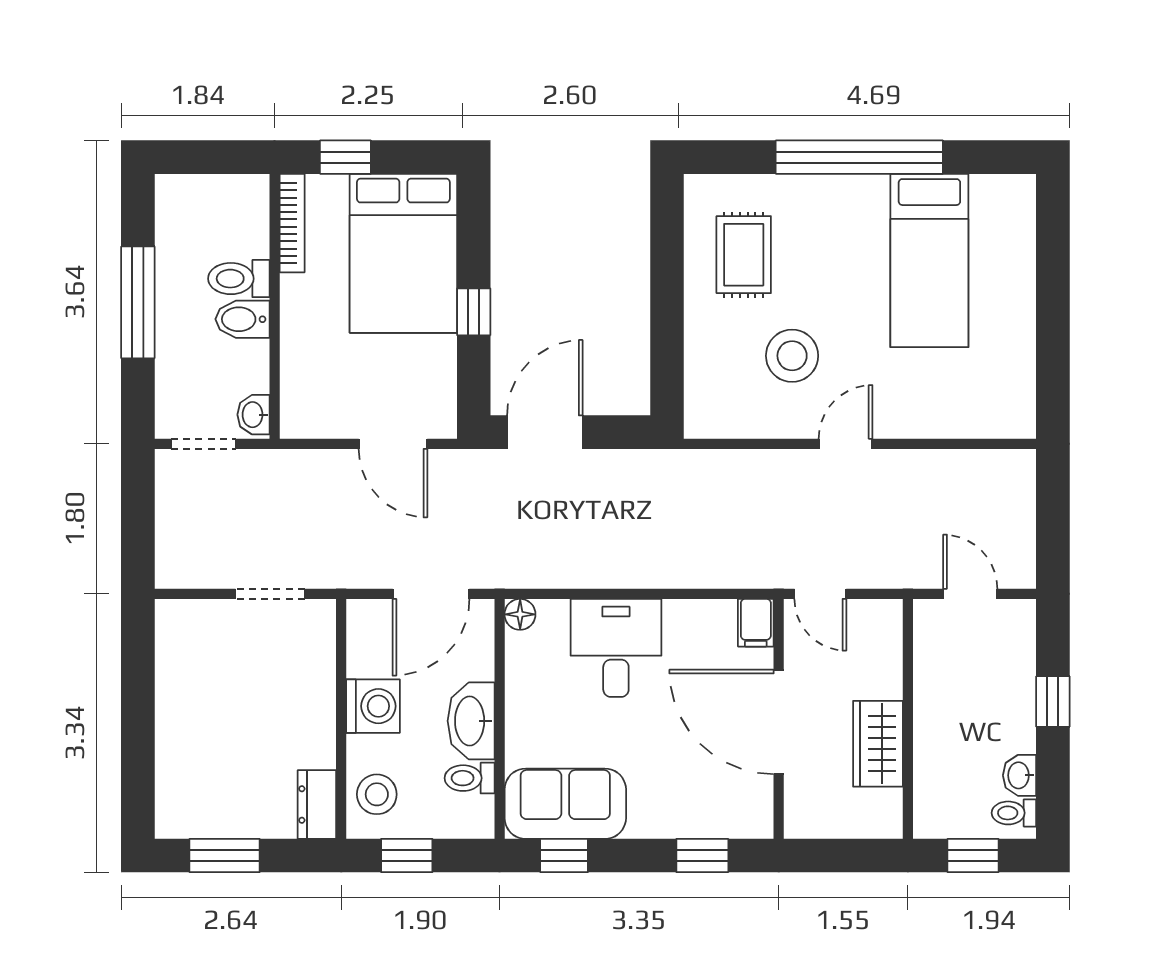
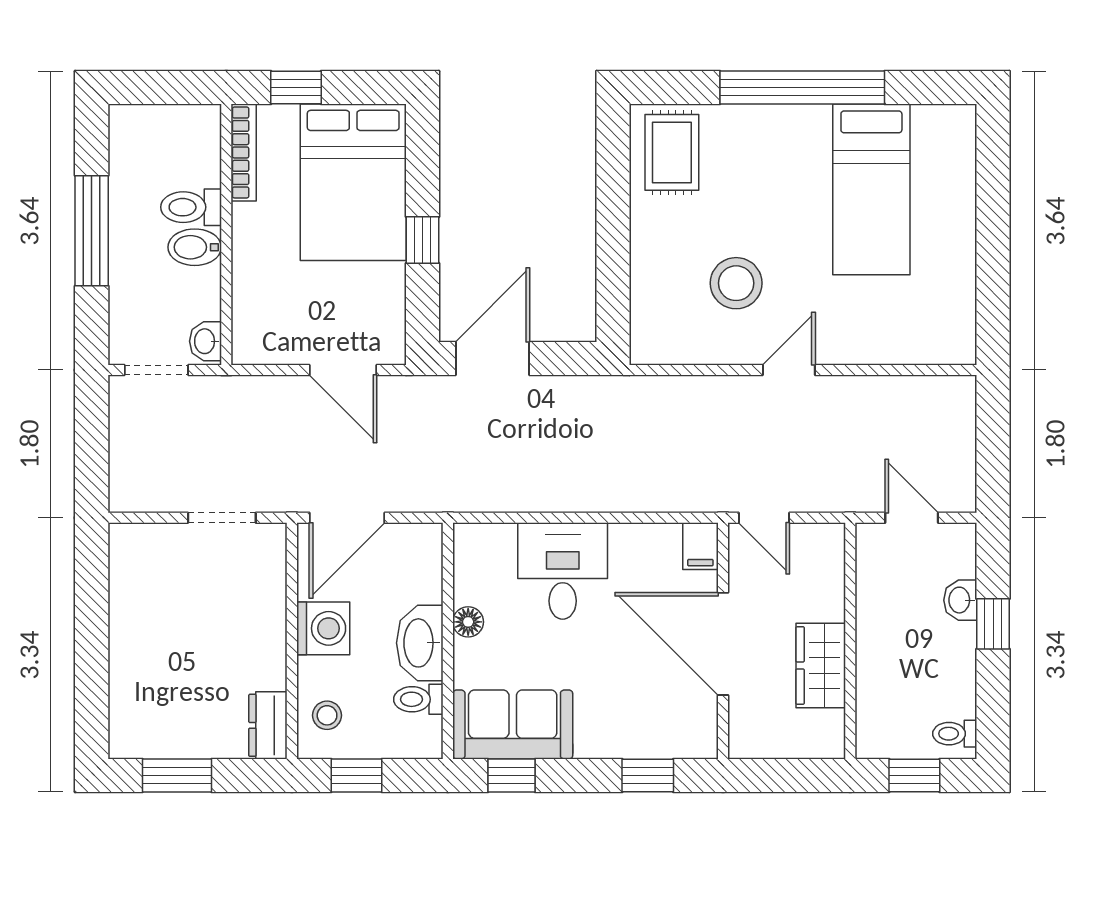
rug: (744, 255) -> (672, 152), moved
door: (431, 594) -> (347, 518), moved
floor lamp: (520, 614) -> (468, 622), moved
washbasin: (1020, 775) -> (960, 600), moved
stool: (377, 794) -> (327, 715), width x0.73, depth x0.73

